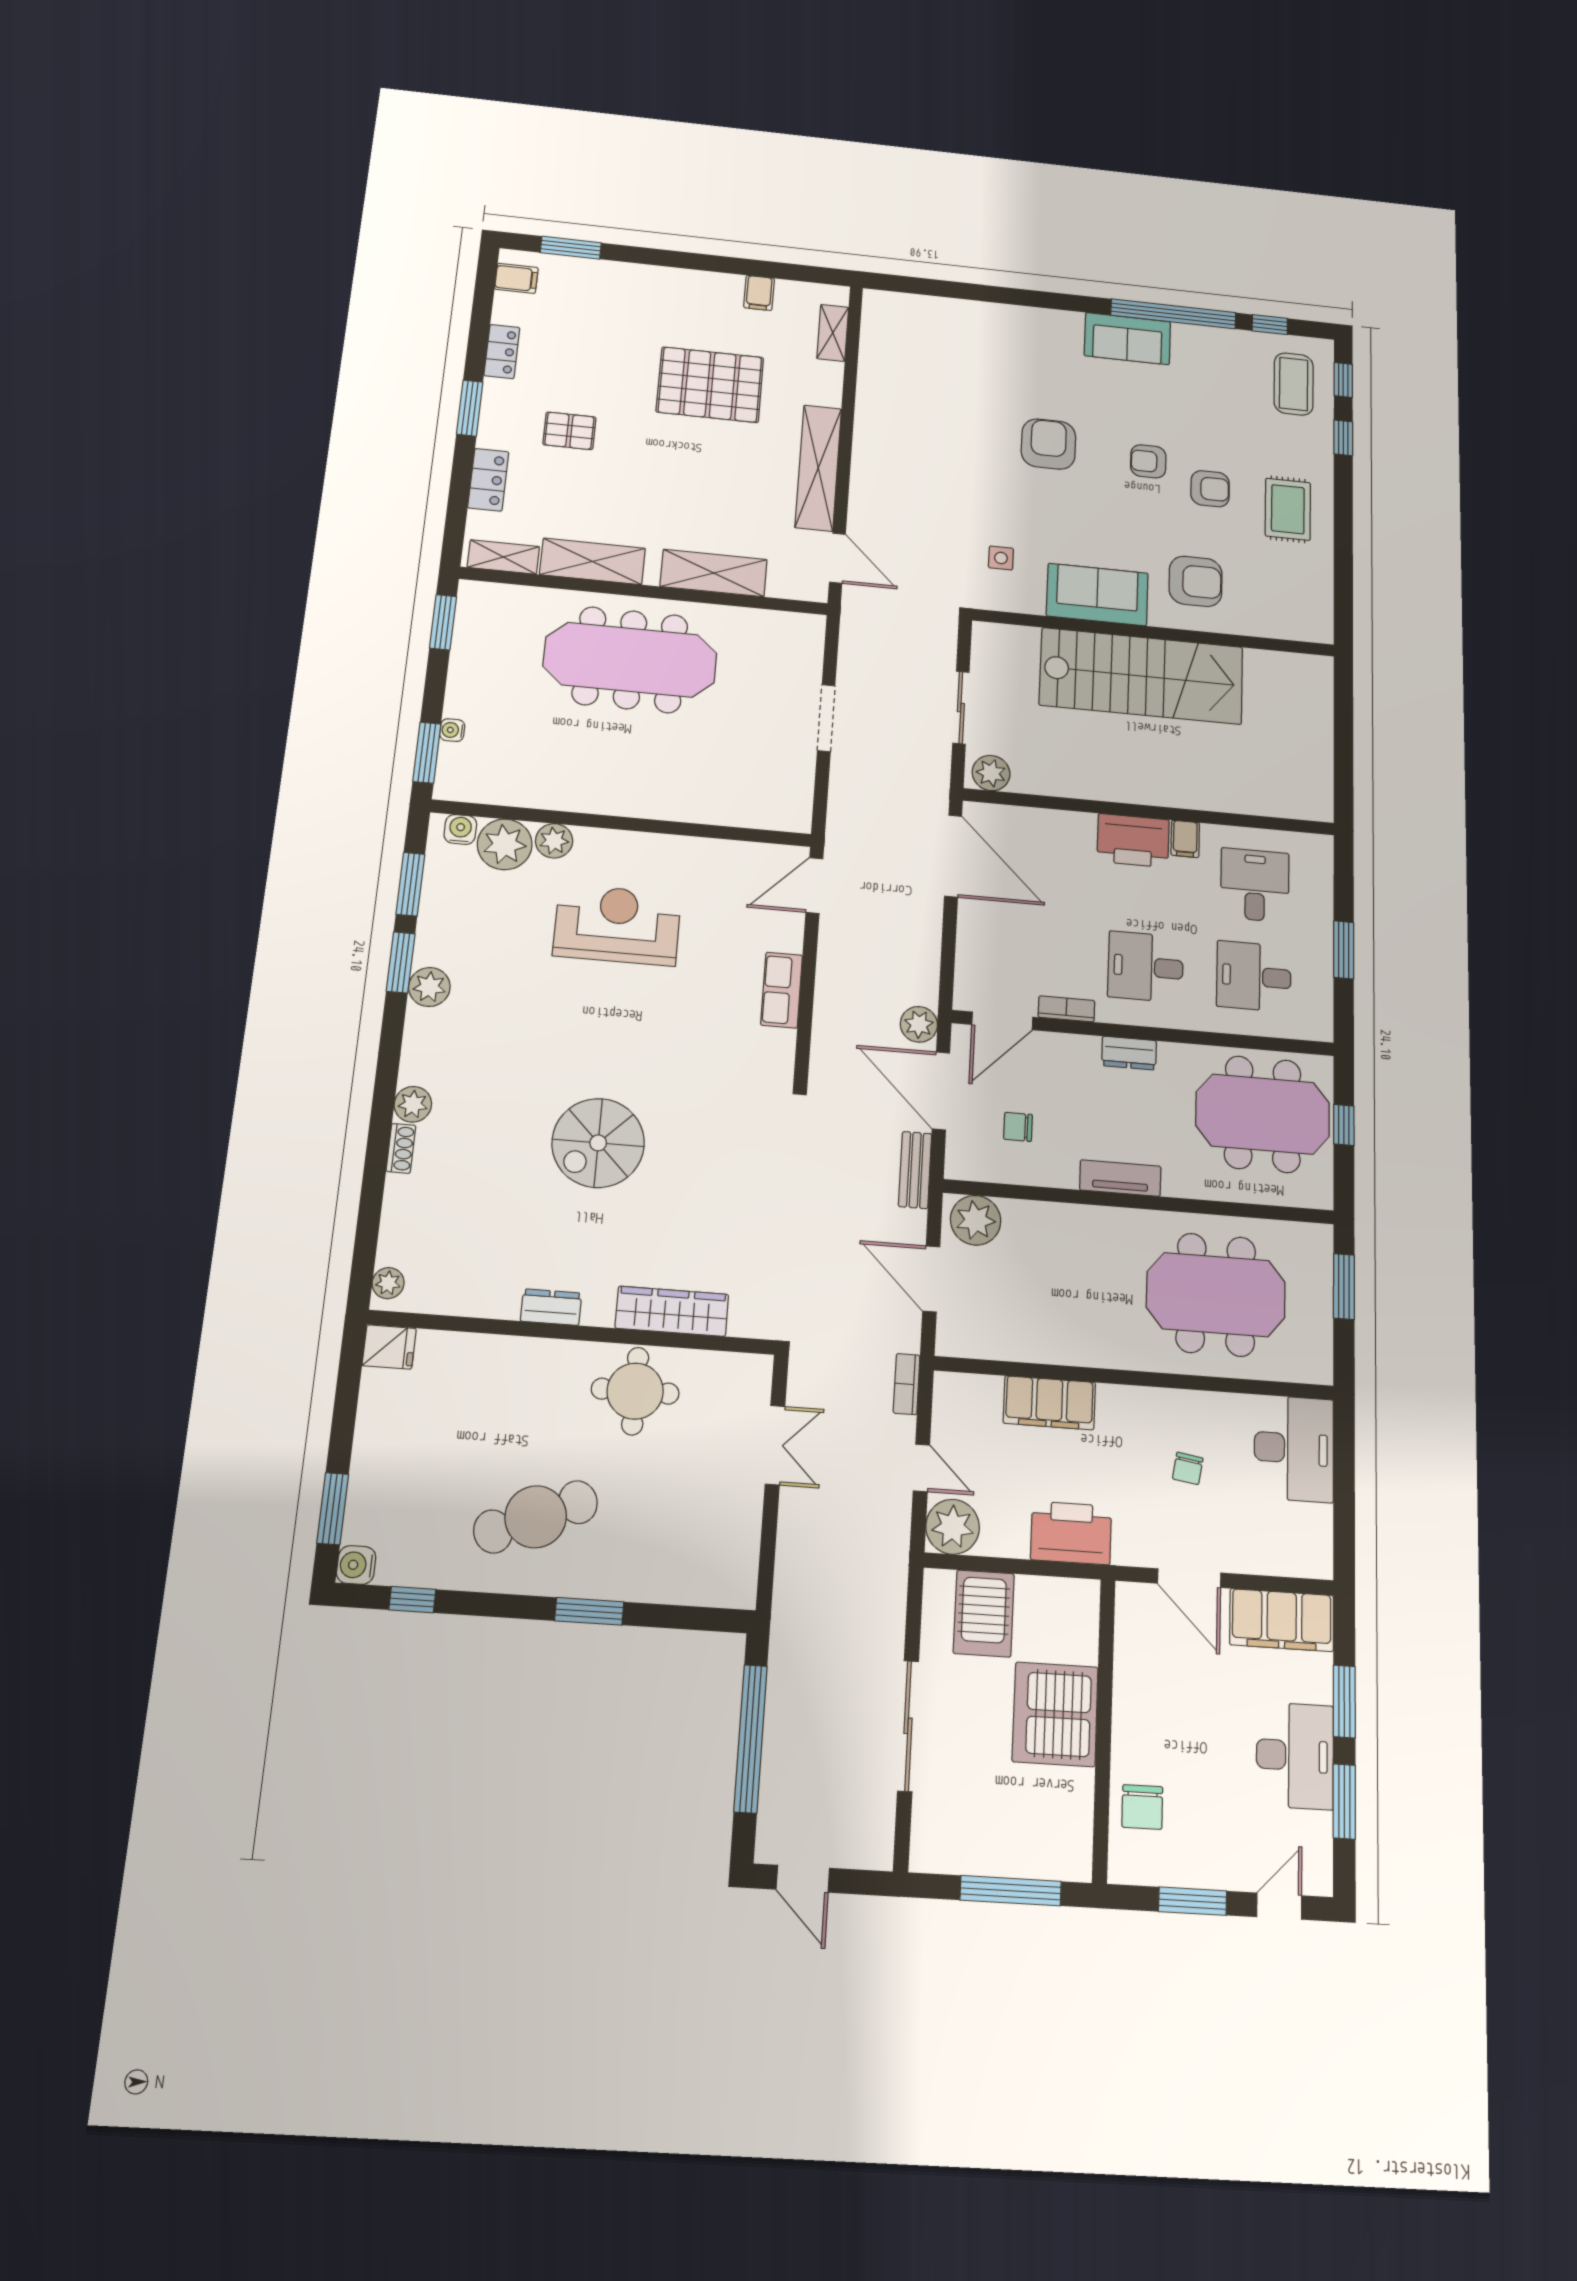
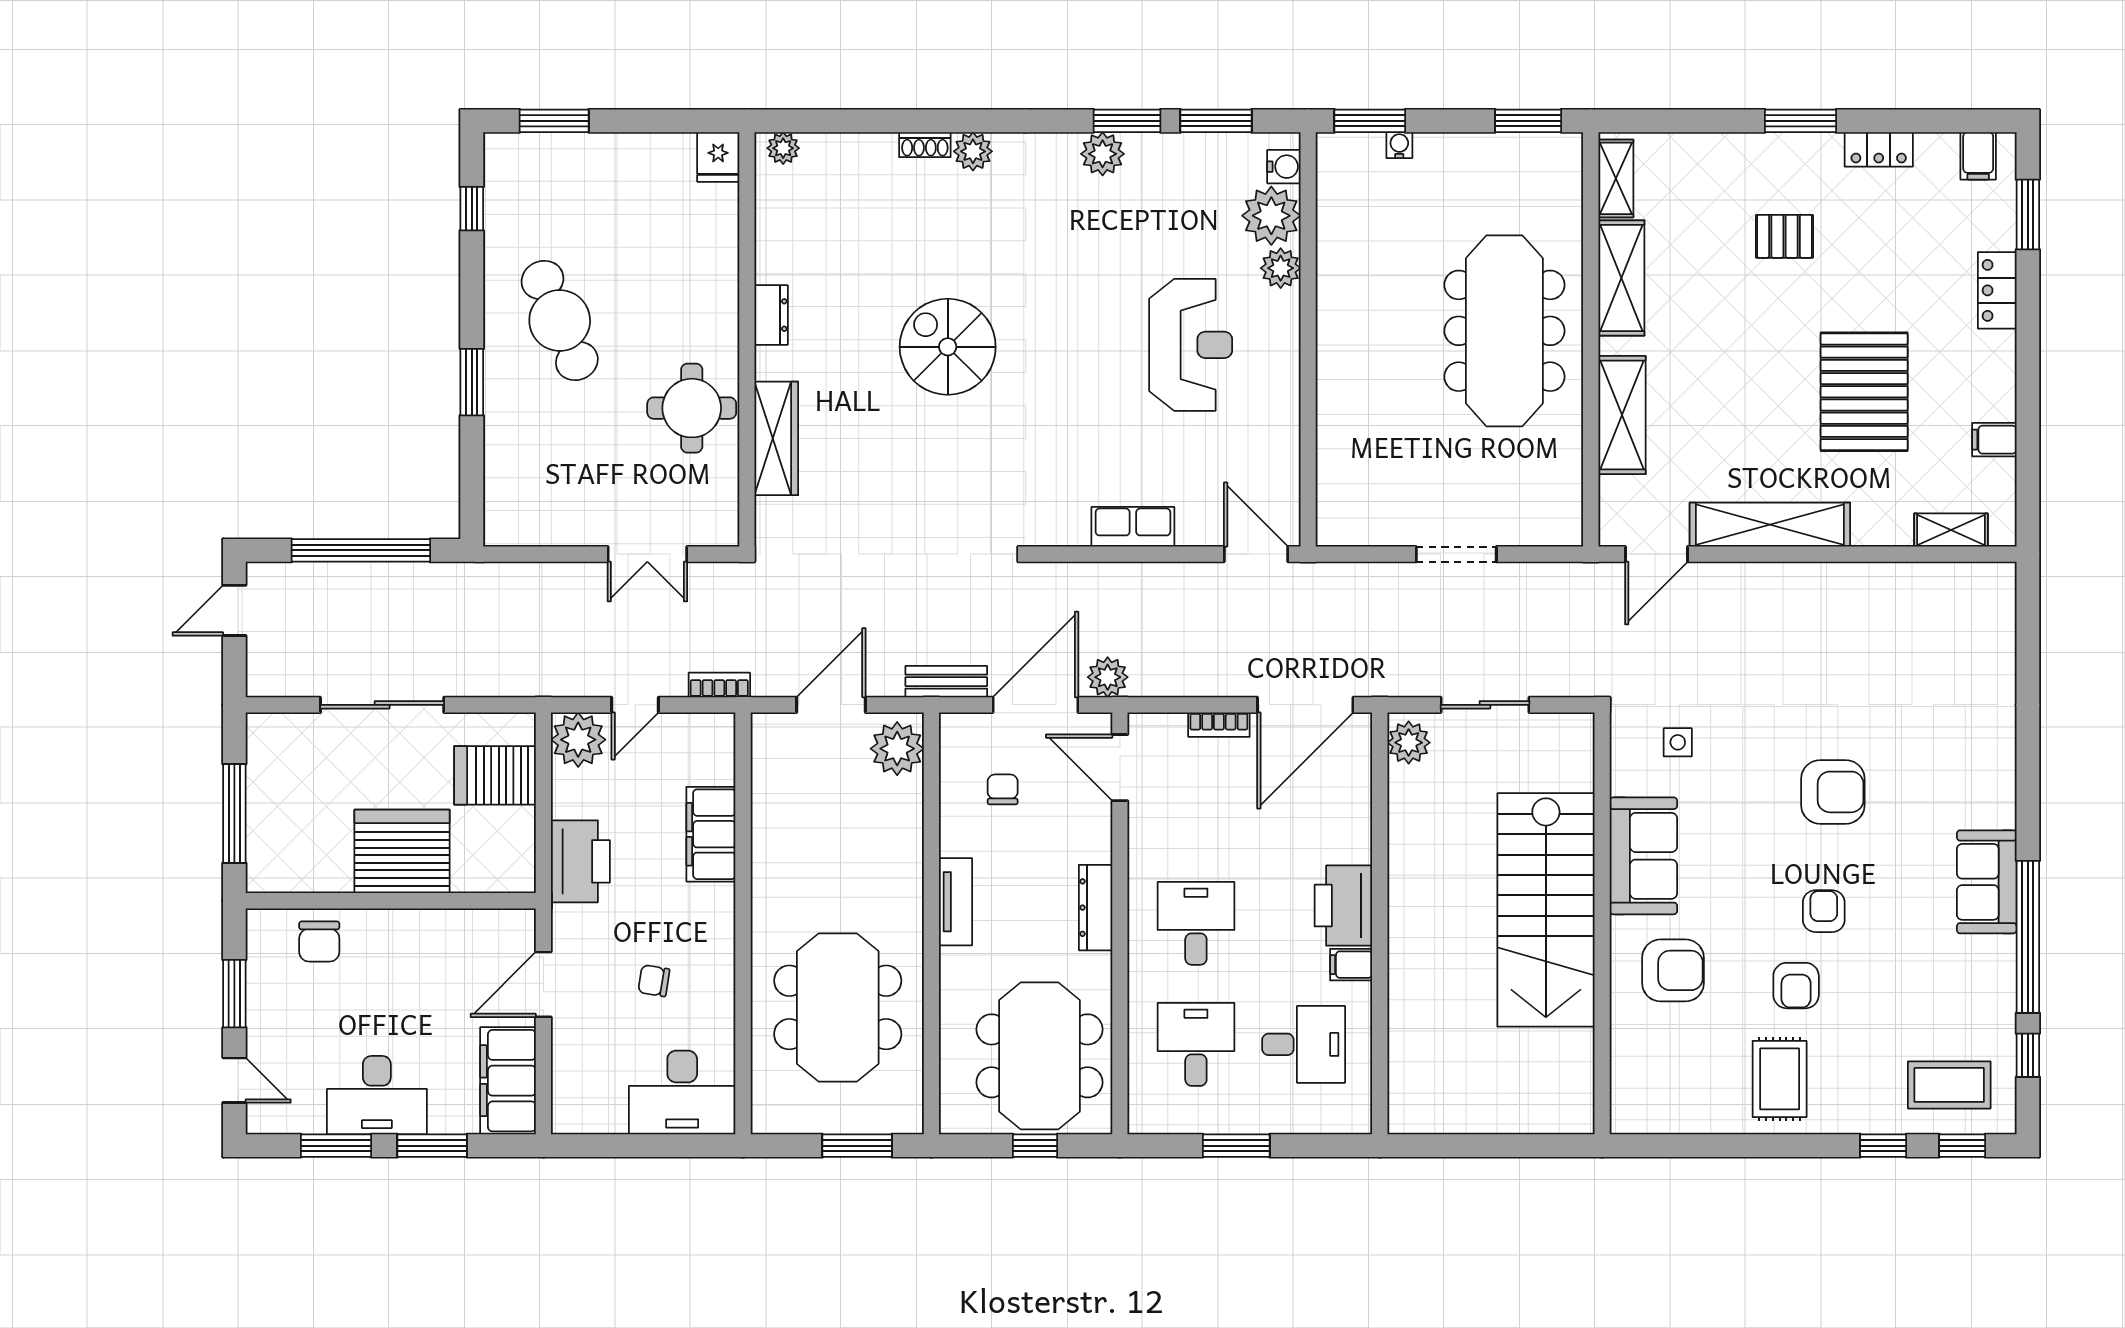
pallet: (569, 431) -> (1784, 236), turned 90
locker: (488, 480) -> (1997, 290), moved, turned 90
rug: (1288, 509) -> (1780, 1079), turned 90
armchair: (1196, 581) -> (1673, 970), turned -90
bookcase: (1066, 1009) -> (1219, 725), moved, turned 90
dresser: (1129, 1053) -> (1096, 908), width x1.44
water cooler: (356, 1565) -> (501, 150), removed
chair: (1142, 1807) -> (319, 942), turned -90

